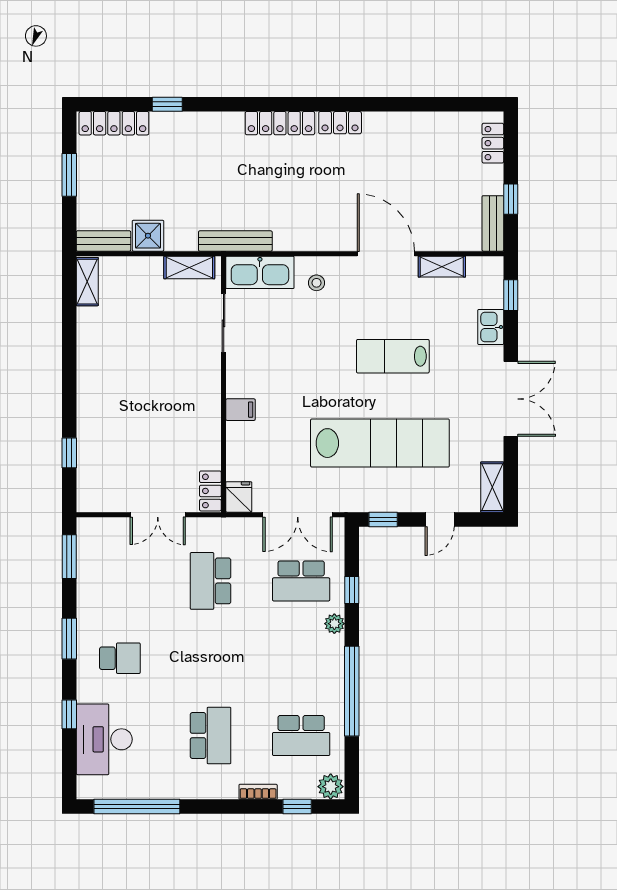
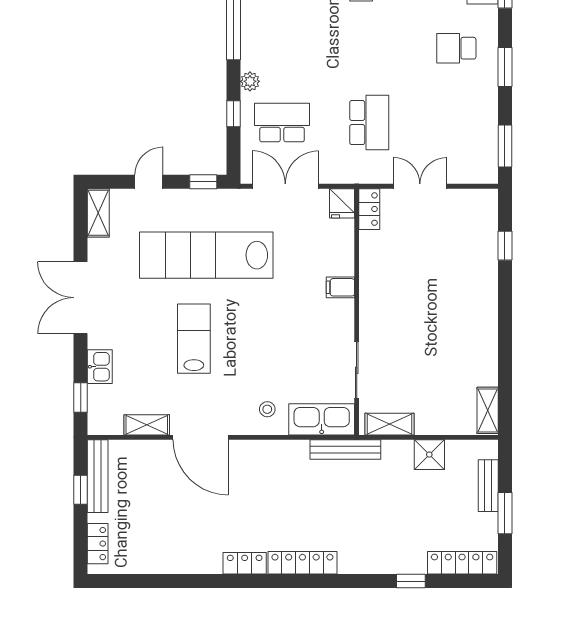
bench: (493, 223) -> (98, 476), width x1.36
bench: (103, 241) -> (488, 486), moved, turned 90
lab bench: (393, 356) -> (194, 339), turned -90

